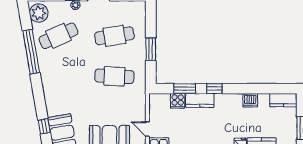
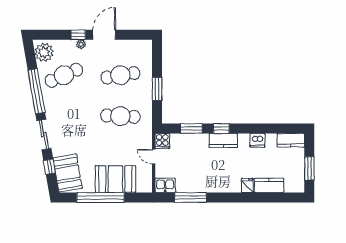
sliding door: (39, 95) -> (44, 135), added
kitchen counter: (200, 100) -> (223, 141), moved
cooker: (178, 101) -> (162, 141), moved
door: (147, 129) -> (154, 157), moved

